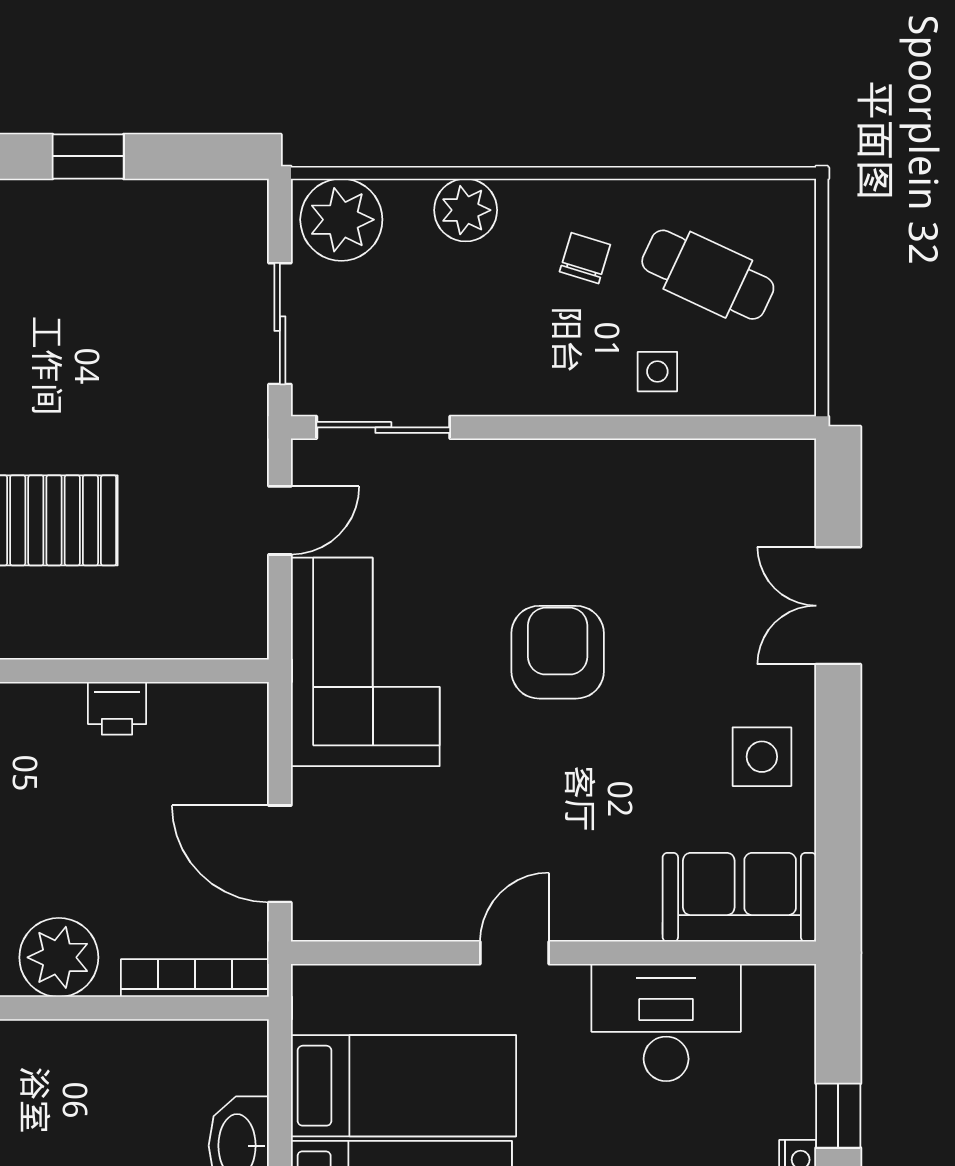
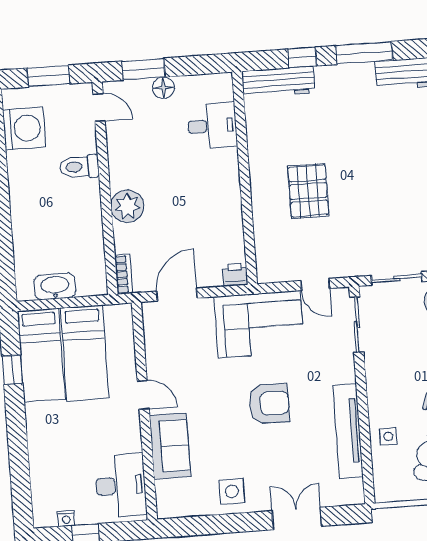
tv unit: (637, 467) -> (348, 431), added
printer: (117, 708) -> (235, 275), moved, turned 90
sofa: (739, 897) -> (170, 446), moved
bookcase: (195, 978) -> (124, 274), width x0.64
desk: (666, 1022) -> (121, 485), moved

